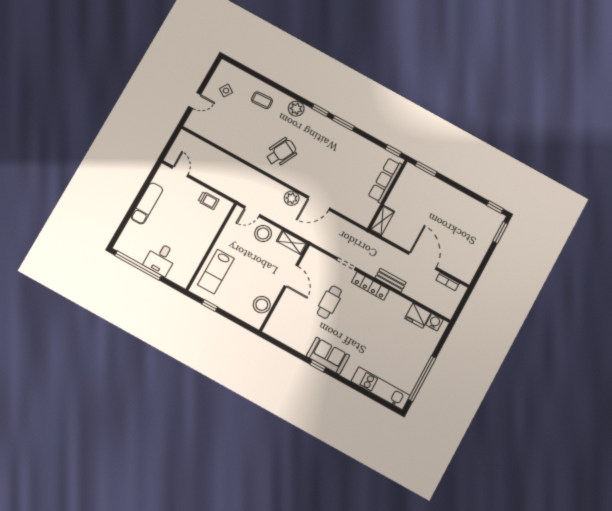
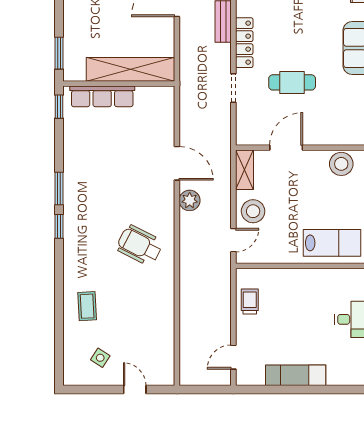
plant: (296, 109) -> (74, 257), removed
door: (252, 211) -> (233, 240), hinge flipped
shelving: (382, 221) -> (131, 69), width x2.20, depth x1.33

